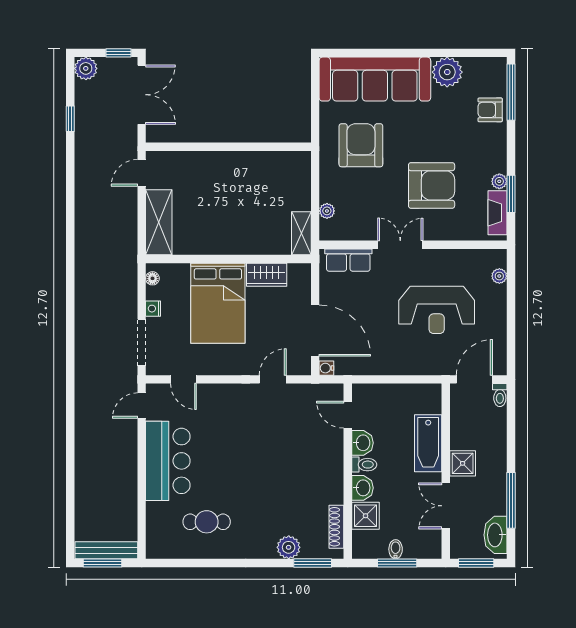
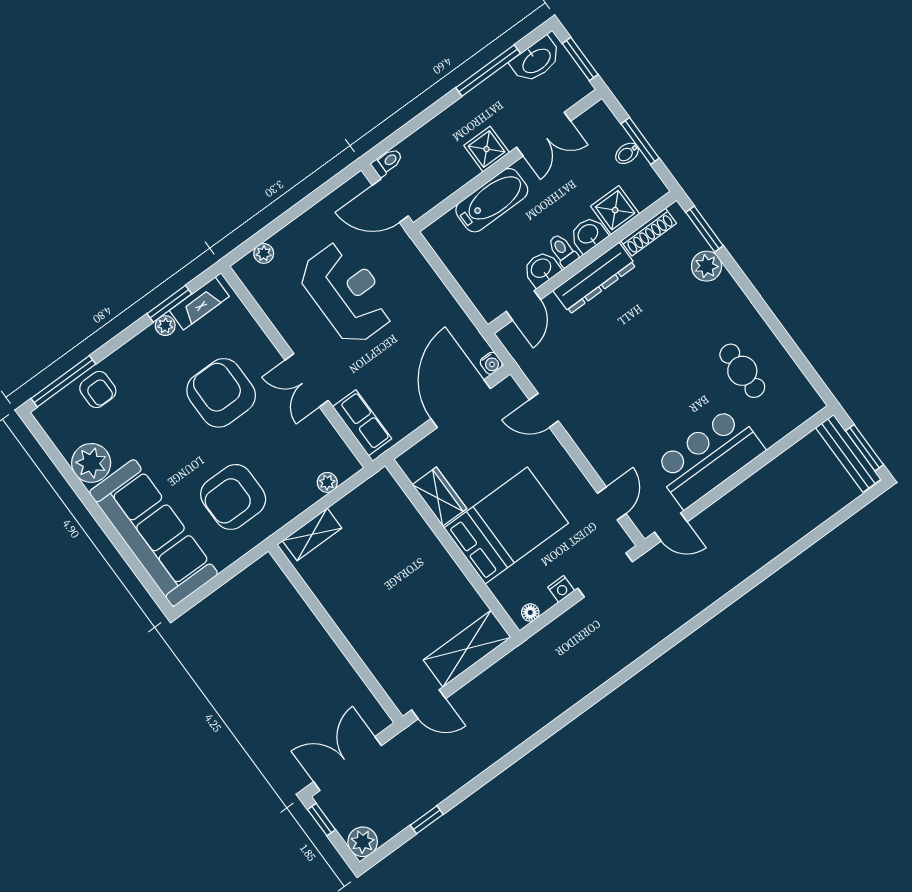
shelving: (301, 233) -> (312, 534), moved
dresser: (332, 472) -> (595, 278), added

